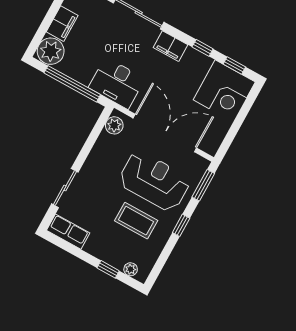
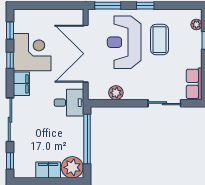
desk: (117, 83) -> (69, 103), width x0.73
corner desk: (224, 91) -> (32, 52), moved
plant: (114, 125) -> (116, 93), moved

